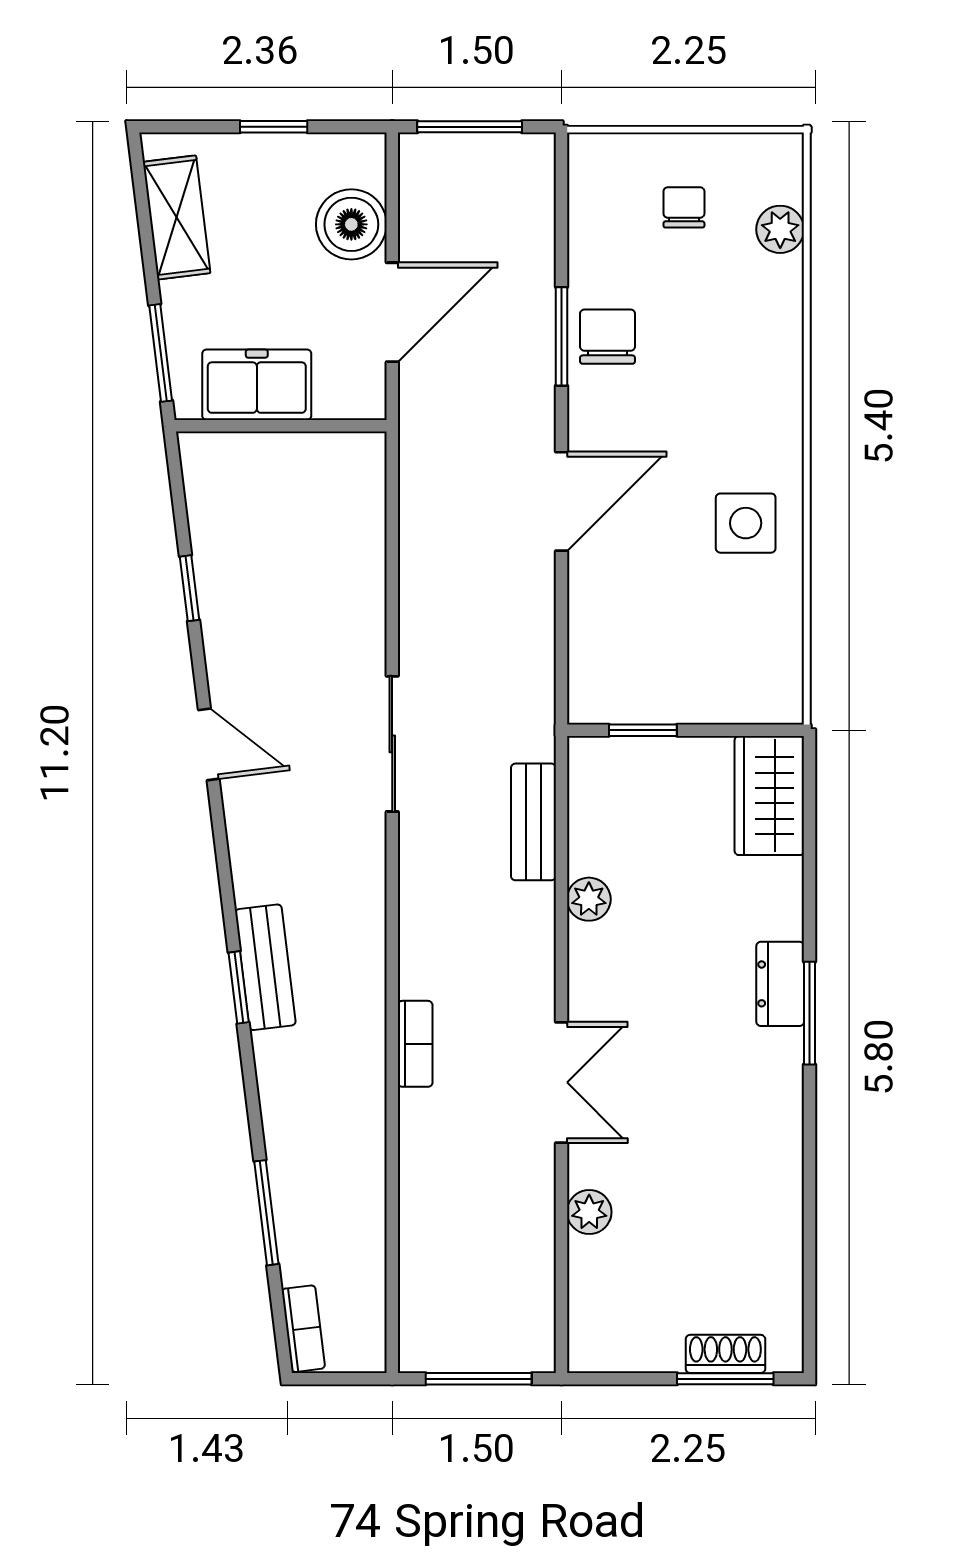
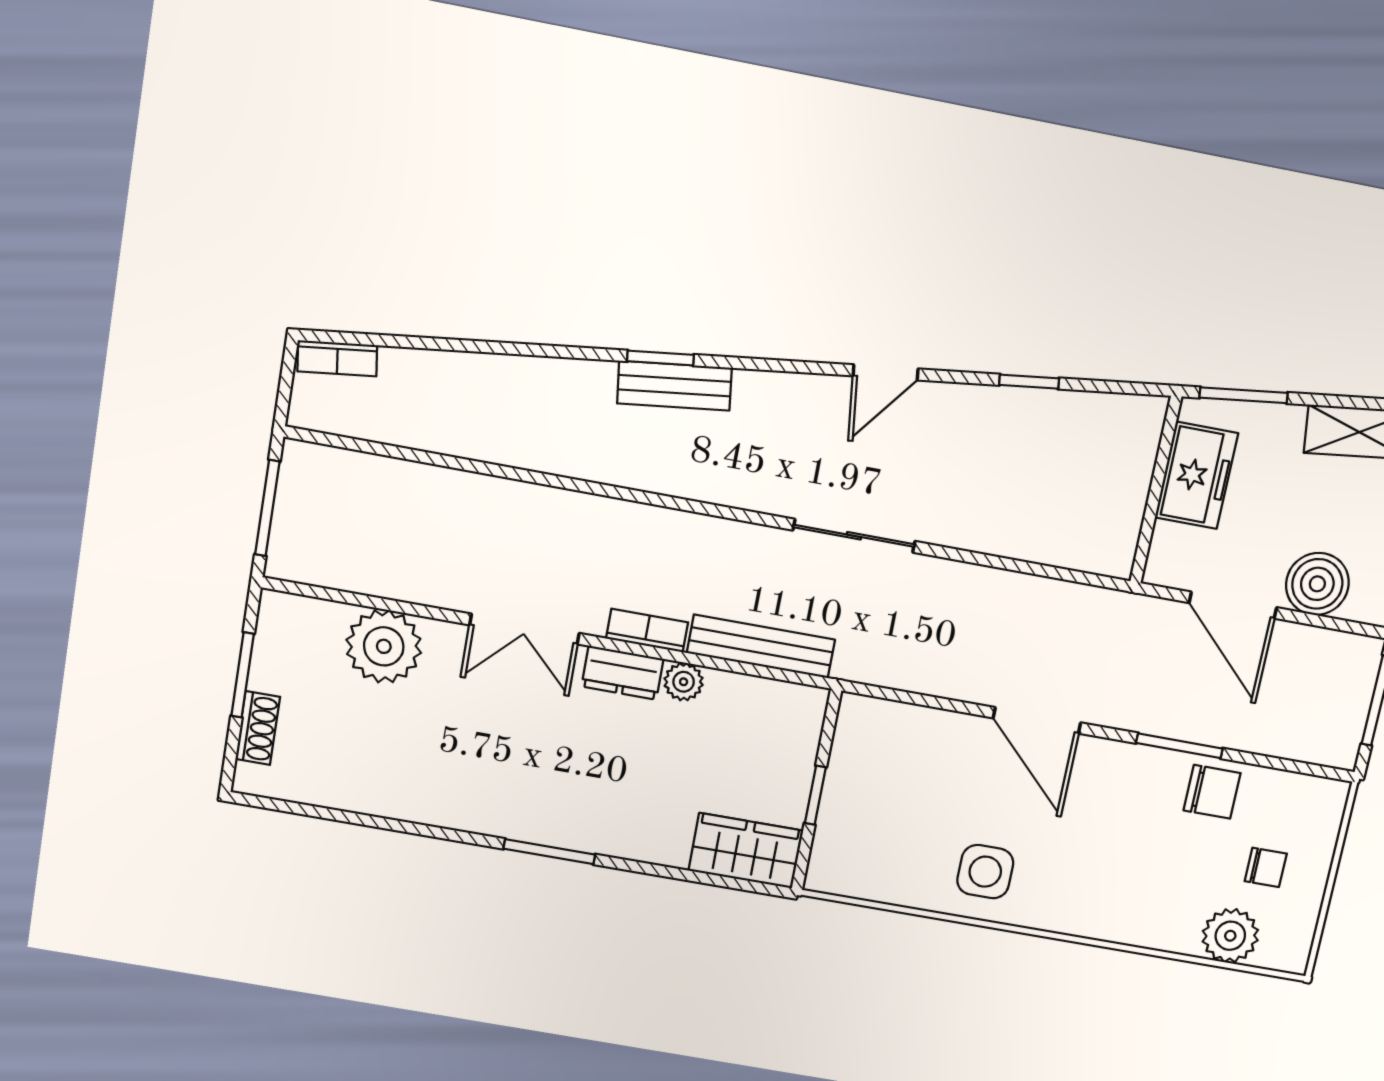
plant: (780, 229) -> (1230, 936), width x1.38, depth x1.38
chair: (608, 337) -> (1212, 792), moved
window: (643, 730) -> (815, 795), moved
bench: (533, 822) -> (761, 646), width x1.36
dresser: (780, 984) -> (623, 673), moved, turned 180
bookcase: (415, 1044) -> (647, 630), moved, turned 180
plant: (589, 1212) -> (384, 646), width x1.88, depth x1.88
window: (266, 1213) -> (450, 345), removed
window: (725, 1379) -> (243, 675), moved

